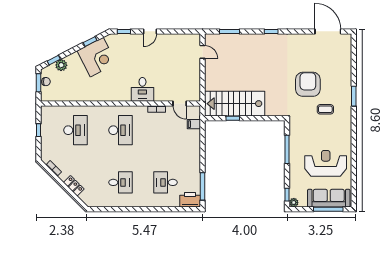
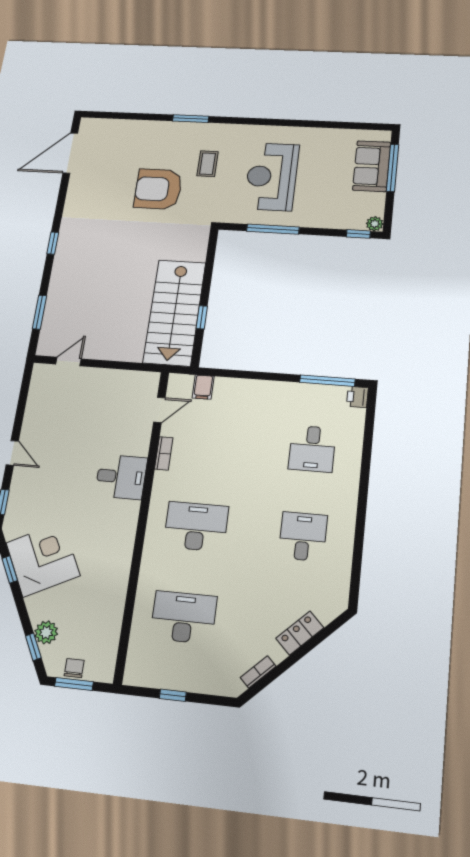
reception desk: (326, 163) -> (272, 177), moved
sofa: (329, 198) -> (372, 166), width x0.73
printer: (190, 200) -> (357, 397), width x0.53, depth x0.68

